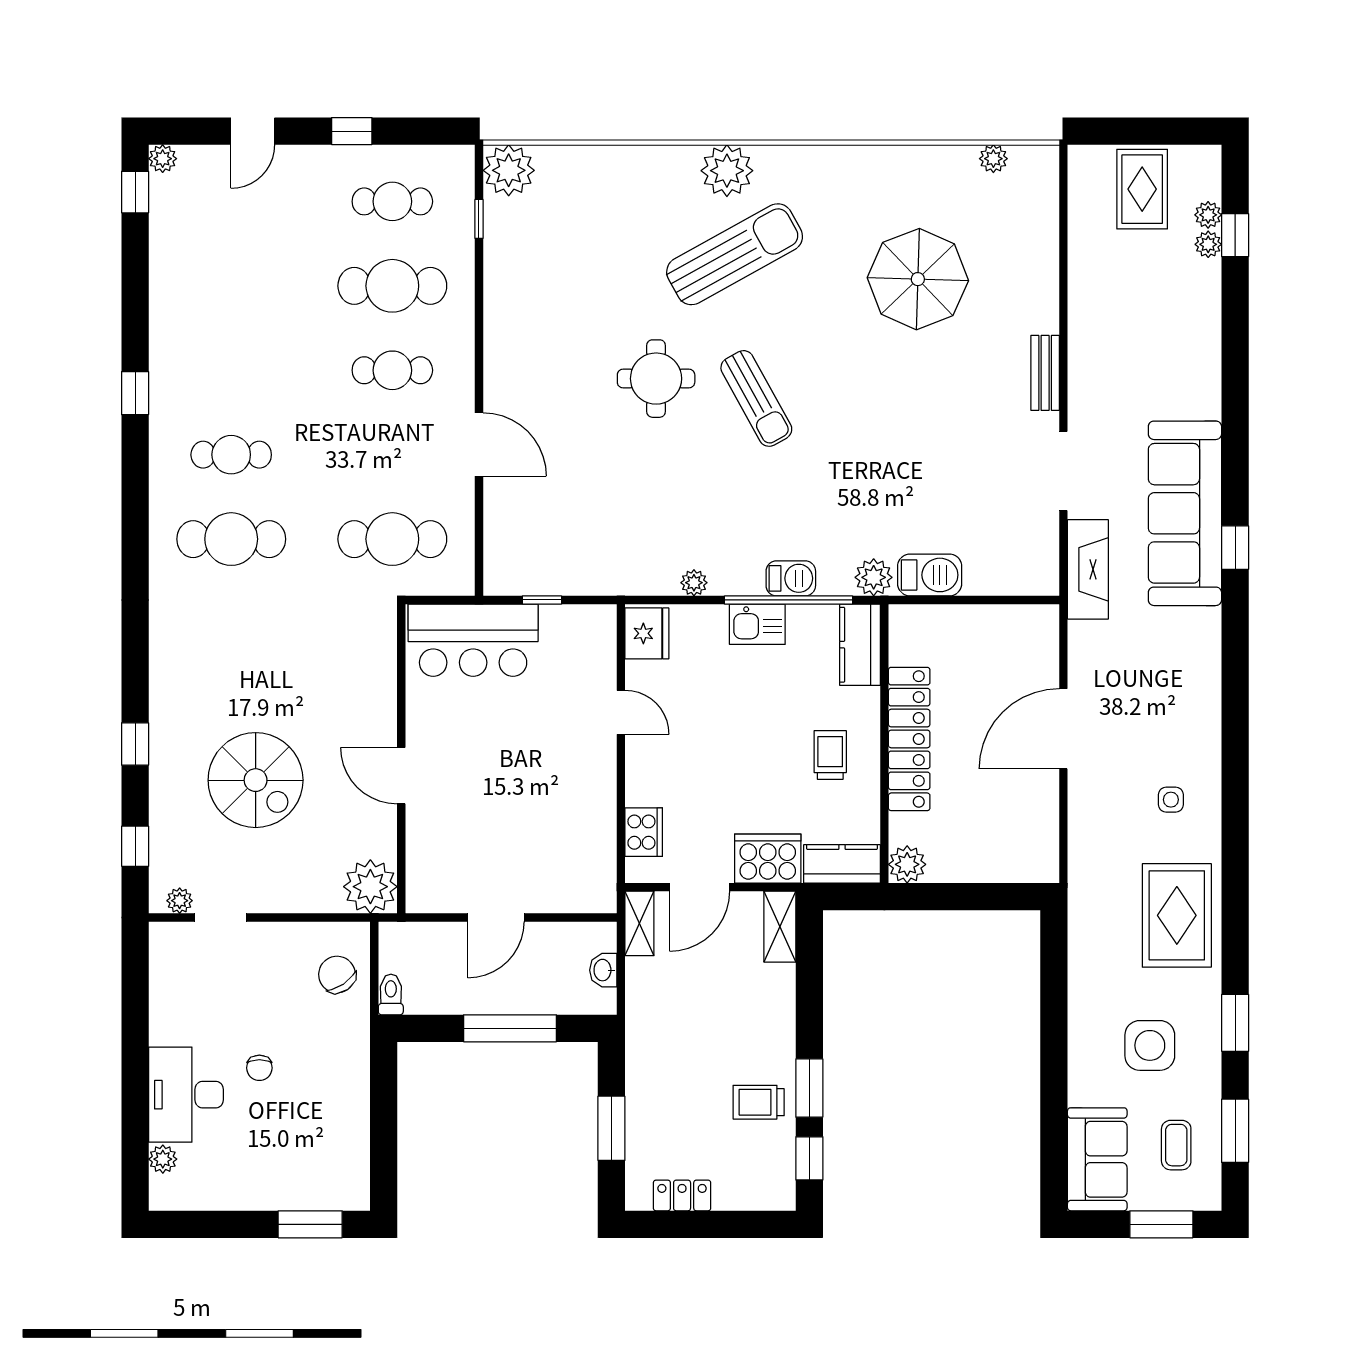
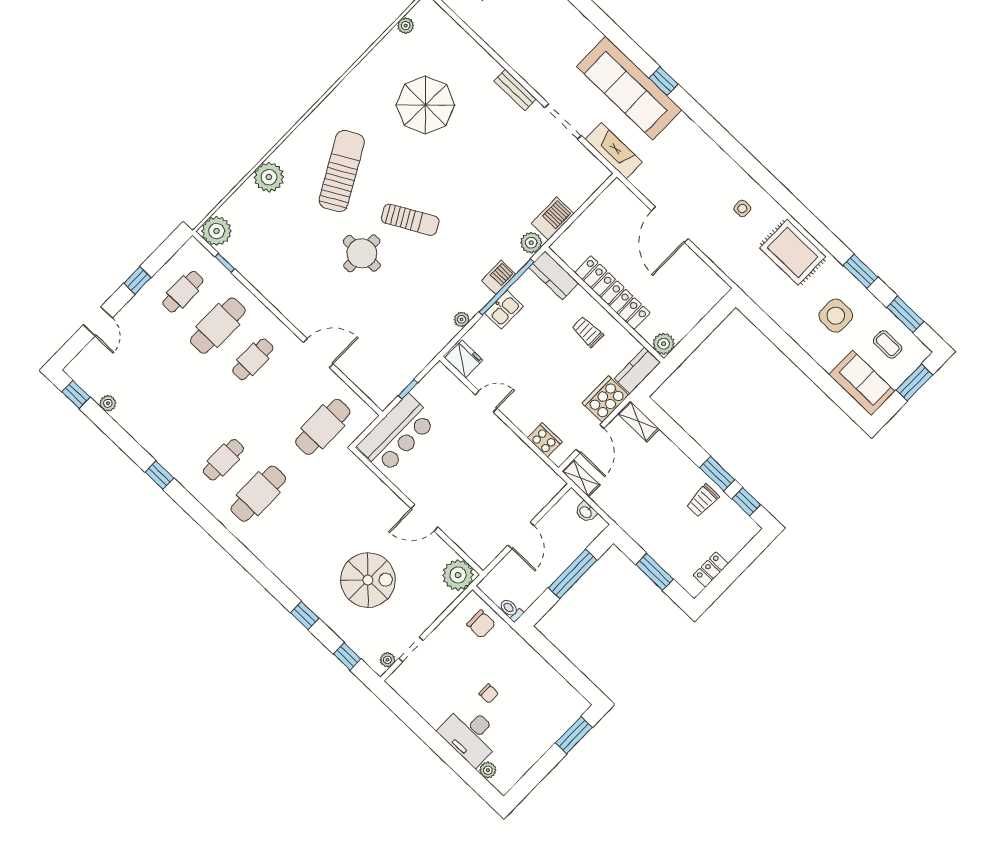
plant: (163, 159) -> (108, 403), moved
plant: (727, 171) -> (269, 177), moved
chair: (337, 975) -> (481, 624), turned -146

